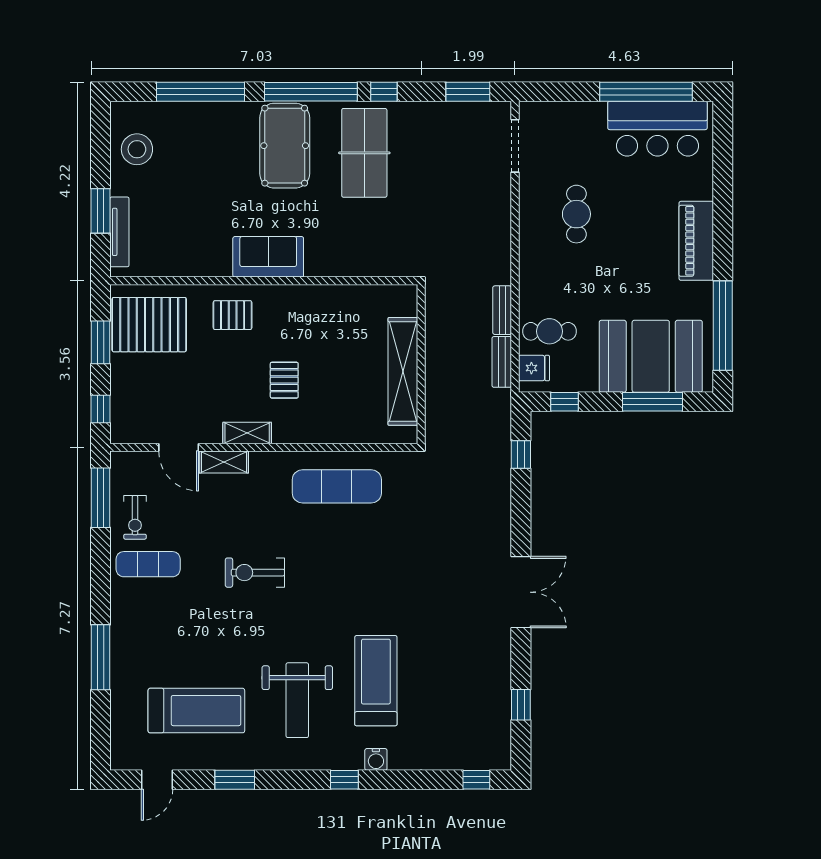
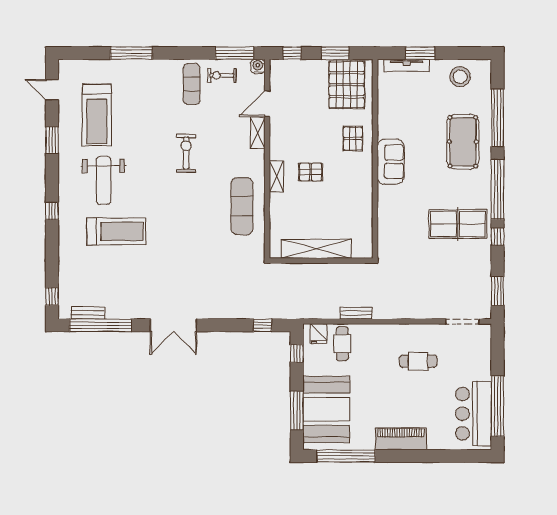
pool table: (285, 146) -> (463, 142), moved, turned 90
bench: (502, 362) -> (88, 313), moved
shelving: (247, 433) -> (276, 176), moved
weight bench: (297, 700) -> (104, 180), turned -90
window: (521, 705) -> (101, 325), width x3.17
water cooler: (376, 759) -> (258, 66), moved, turned 90

